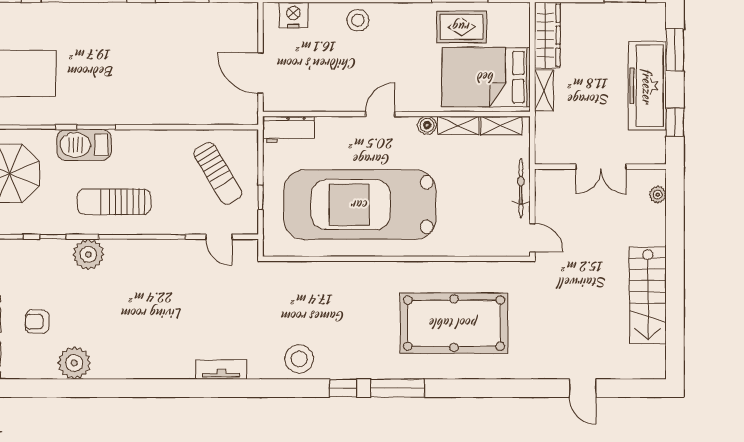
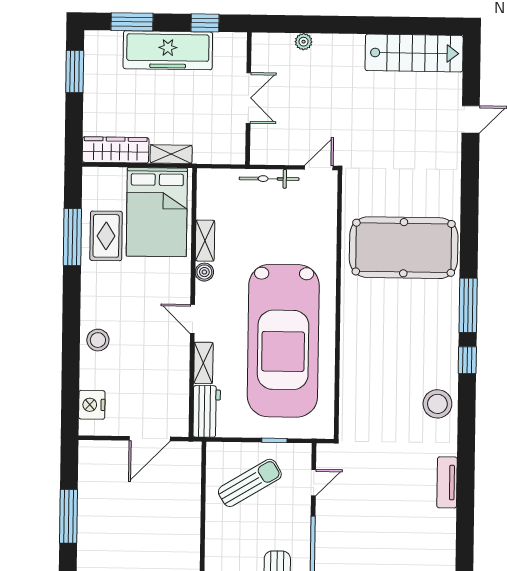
shelving: (501, 126) -> (203, 363), moved
plant: (658, 195) -> (304, 42), moved
stairs: (648, 295) -> (414, 53), moved
pool table: (454, 323) -> (404, 248), turned 90

